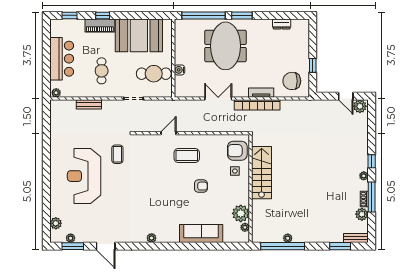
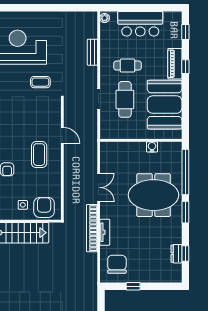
window: (281, 15) -> (185, 253), added
water cooler: (179, 70) -> (152, 147), moved
cafe table: (154, 74) -> (125, 99), moved

